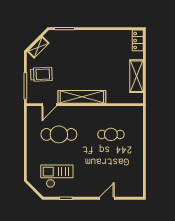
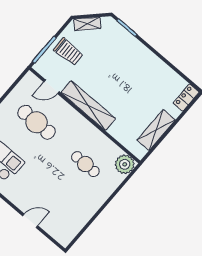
plant: (135, 114) -> (125, 164), added

